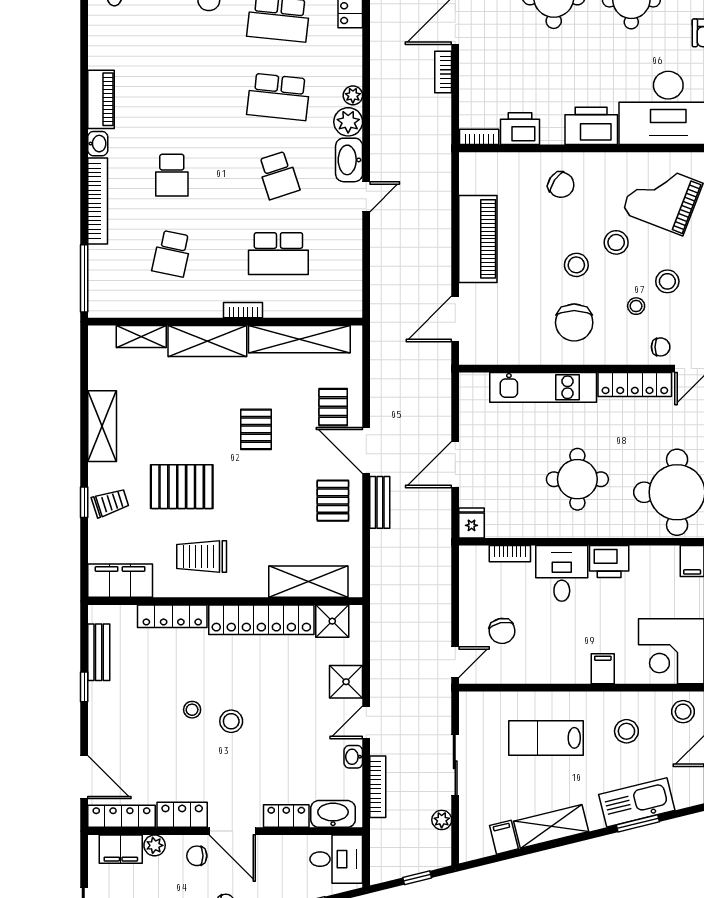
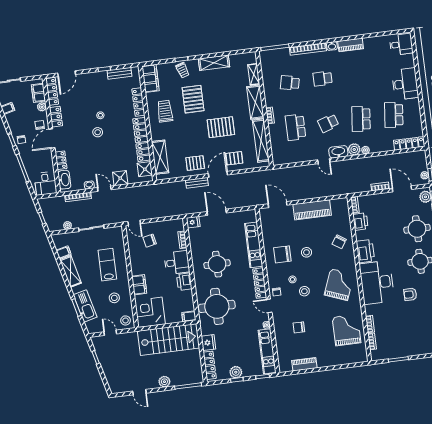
stool: (616, 242) -> (318, 268), removed
pallet: (256, 429) -> (221, 127), width x1.50, depth x1.42
filing cabinet: (603, 669) -> (139, 285), width x2.00

